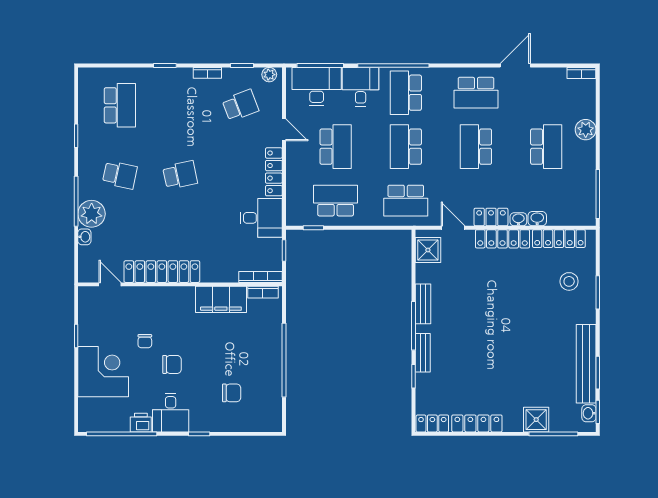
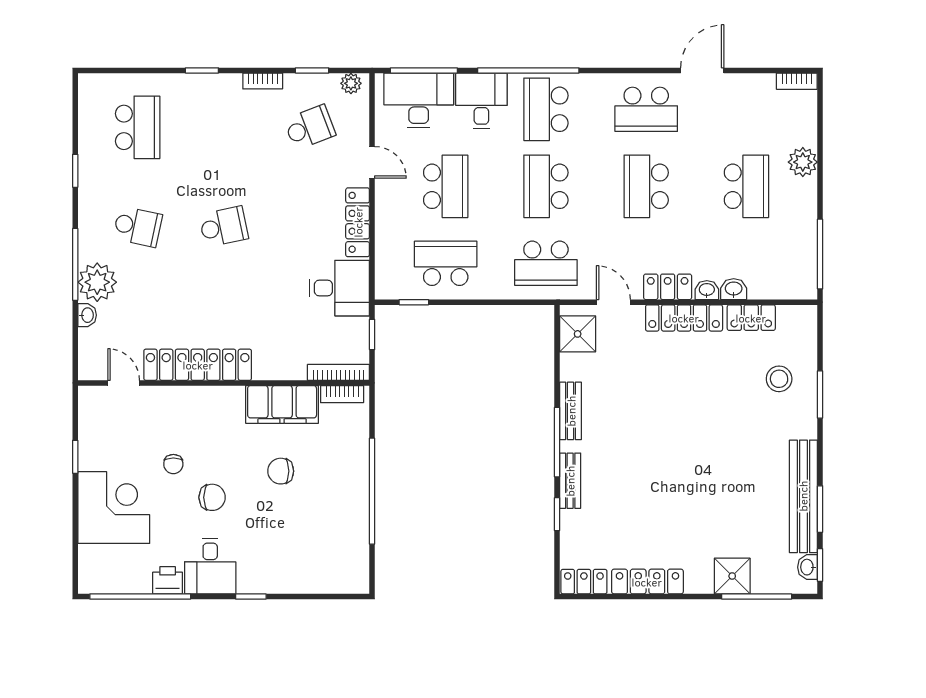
locker: (559, 239) -> (751, 318), width x0.66
chair: (232, 393) -> (281, 471), moved, turned 180

